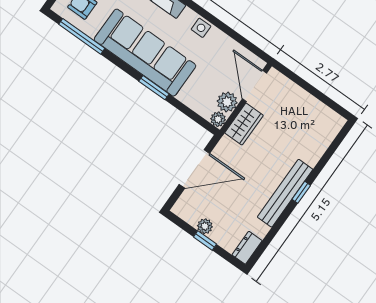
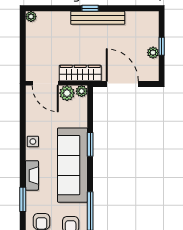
door: (254, 86) -> (45, 83), hinge flipped
plant: (338, 122) -> (31, 17), added
wardrobe: (244, 124) -> (80, 73), width x1.50
dresser: (247, 248) -> (148, 17), removed

